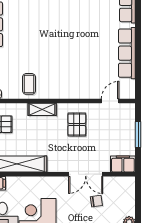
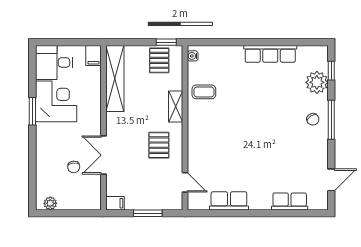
row of seats: (127, 53) -> (229, 201), width x0.68
pallet: (77, 124) -> (159, 145), turned 90
filing cabinet: (123, 164) -> (115, 203), width x0.50

